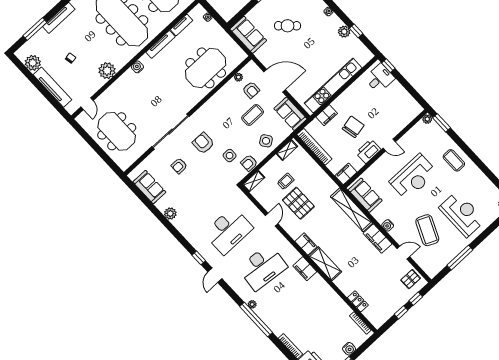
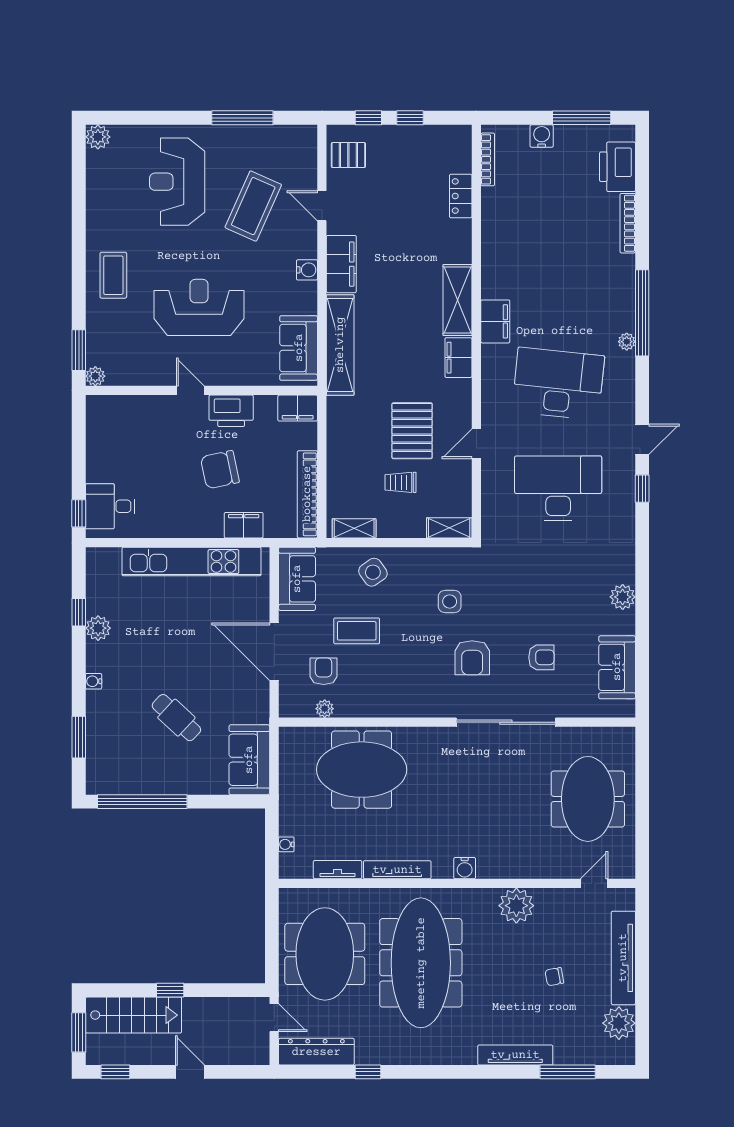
armchair: (249, 163) -> (430, 562), removed

